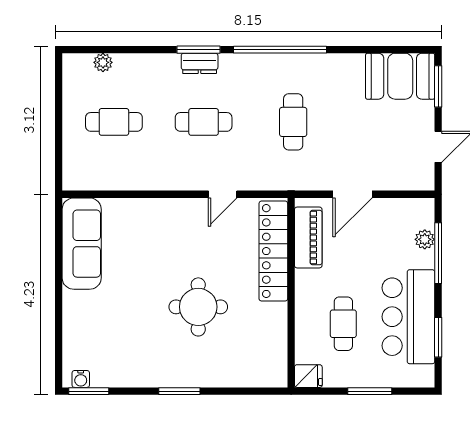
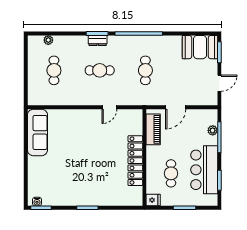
cafe table: (114, 122) -> (54, 70), turned 90
locker: (273, 251) -> (135, 161), moved
round table: (198, 307) -> (97, 165), removed

